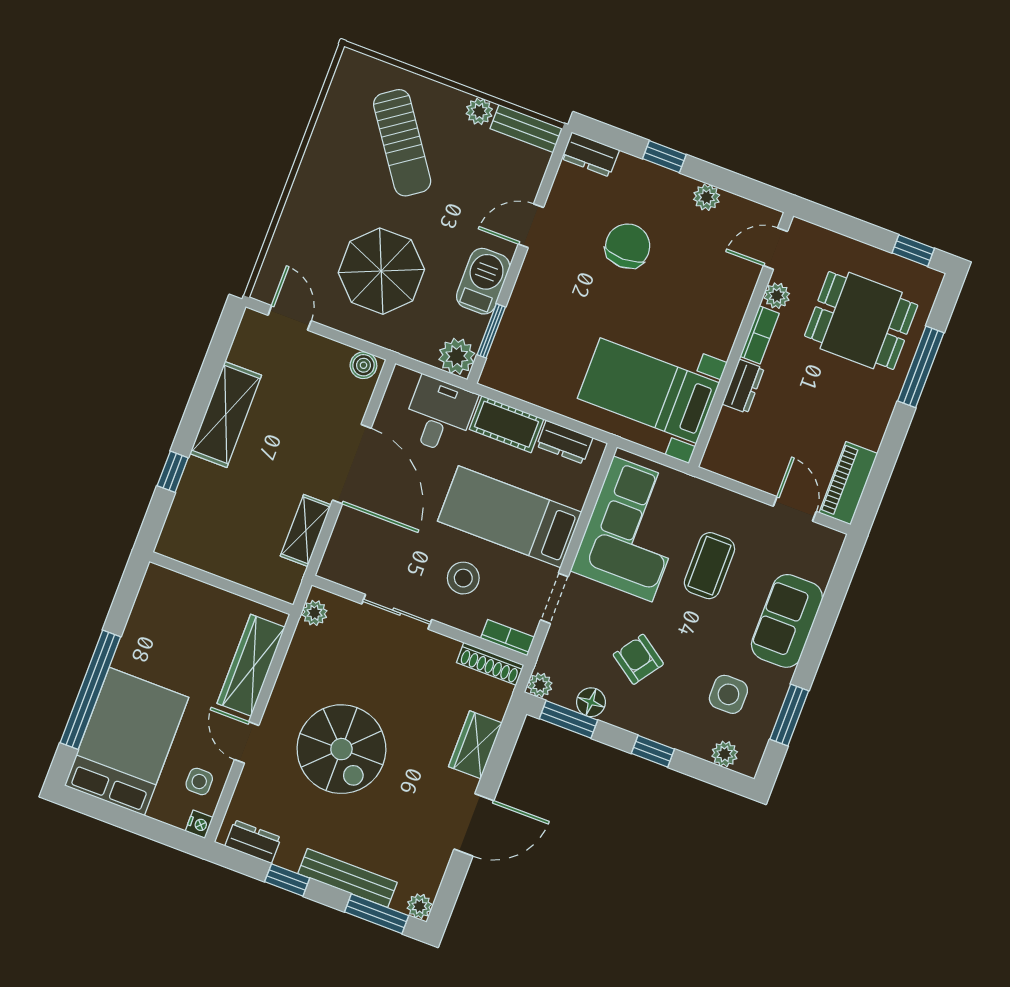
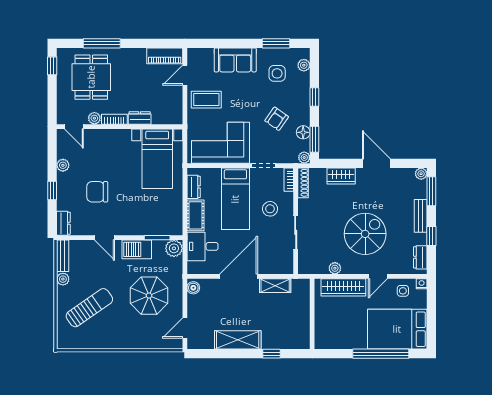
coffee table: (709, 566) -> (206, 100), moved
plant: (315, 613) -> (335, 268), moved
bench: (347, 878) -> (421, 216), width x0.73

